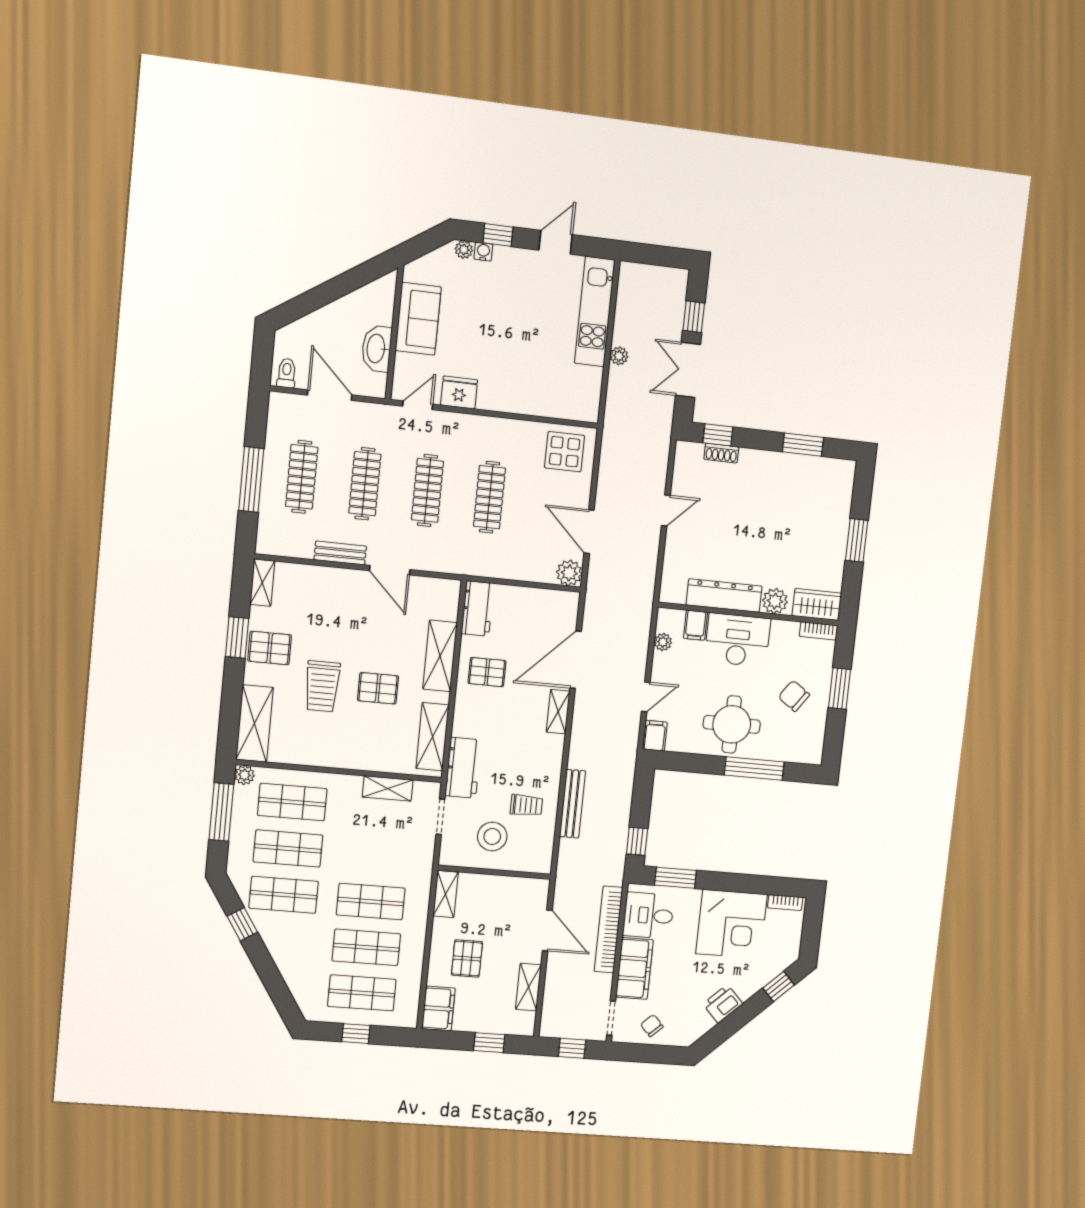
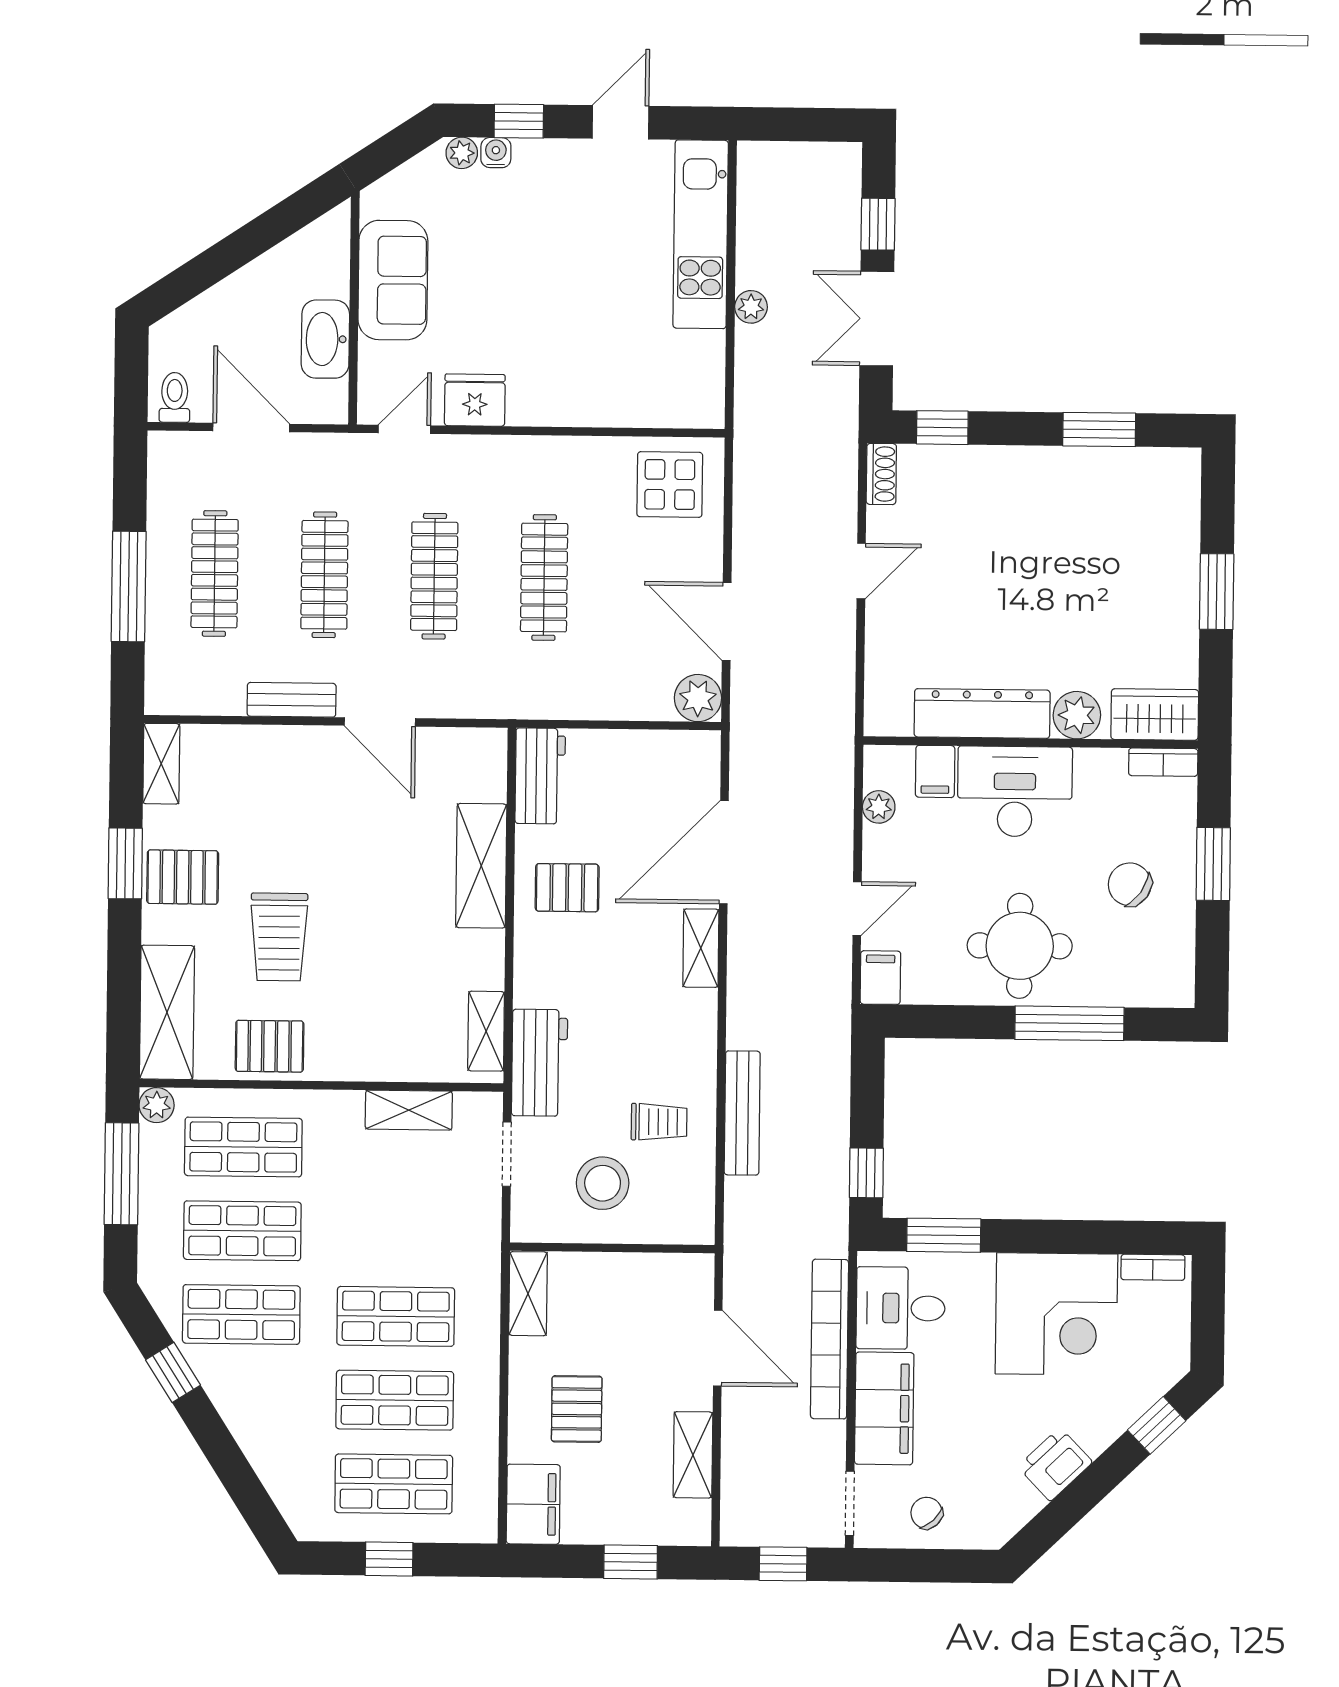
shoe rack: (721, 453) -> (881, 474), moved, turned -90
pallet: (378, 688) -> (270, 1046), moved
shelving: (433, 737) -> (486, 1031), width x0.67, depth x0.75

